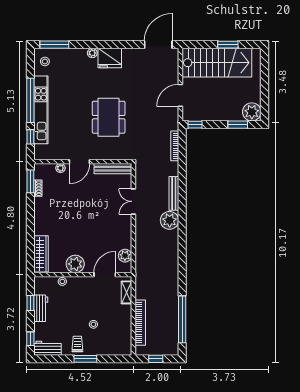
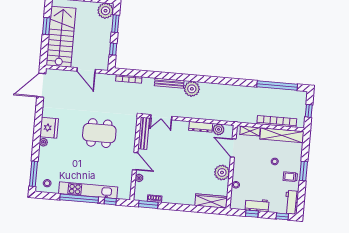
door: (158, 45) -> (41, 85), hinge flipped
window: (195, 125) -> (113, 49), moved
double door: (133, 201) -> (161, 117), moved
dresser: (126, 235) -> (201, 127), added
shelving: (125, 330) -> (282, 135), added

